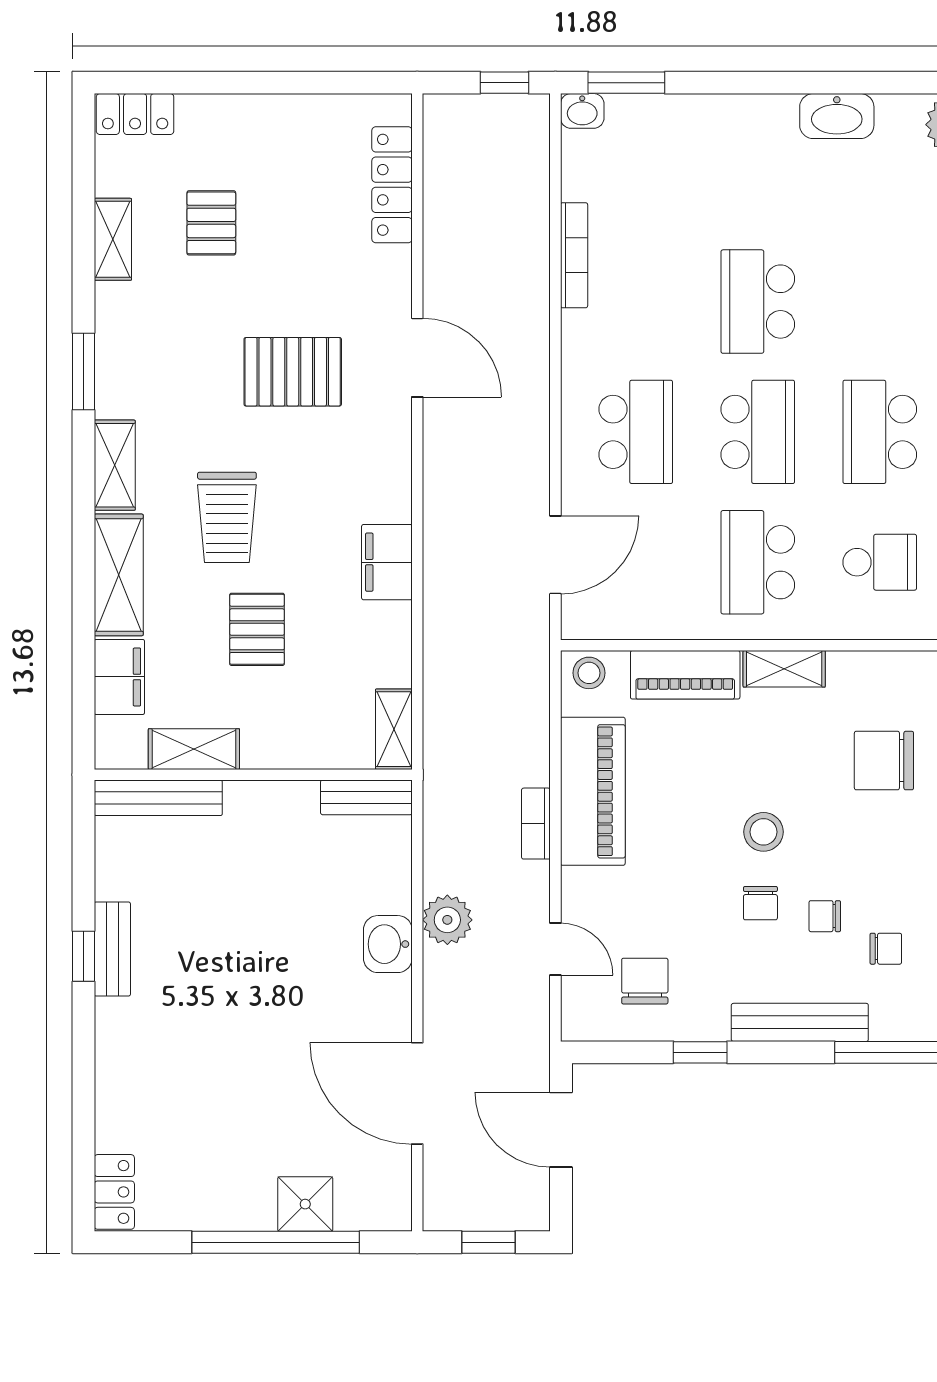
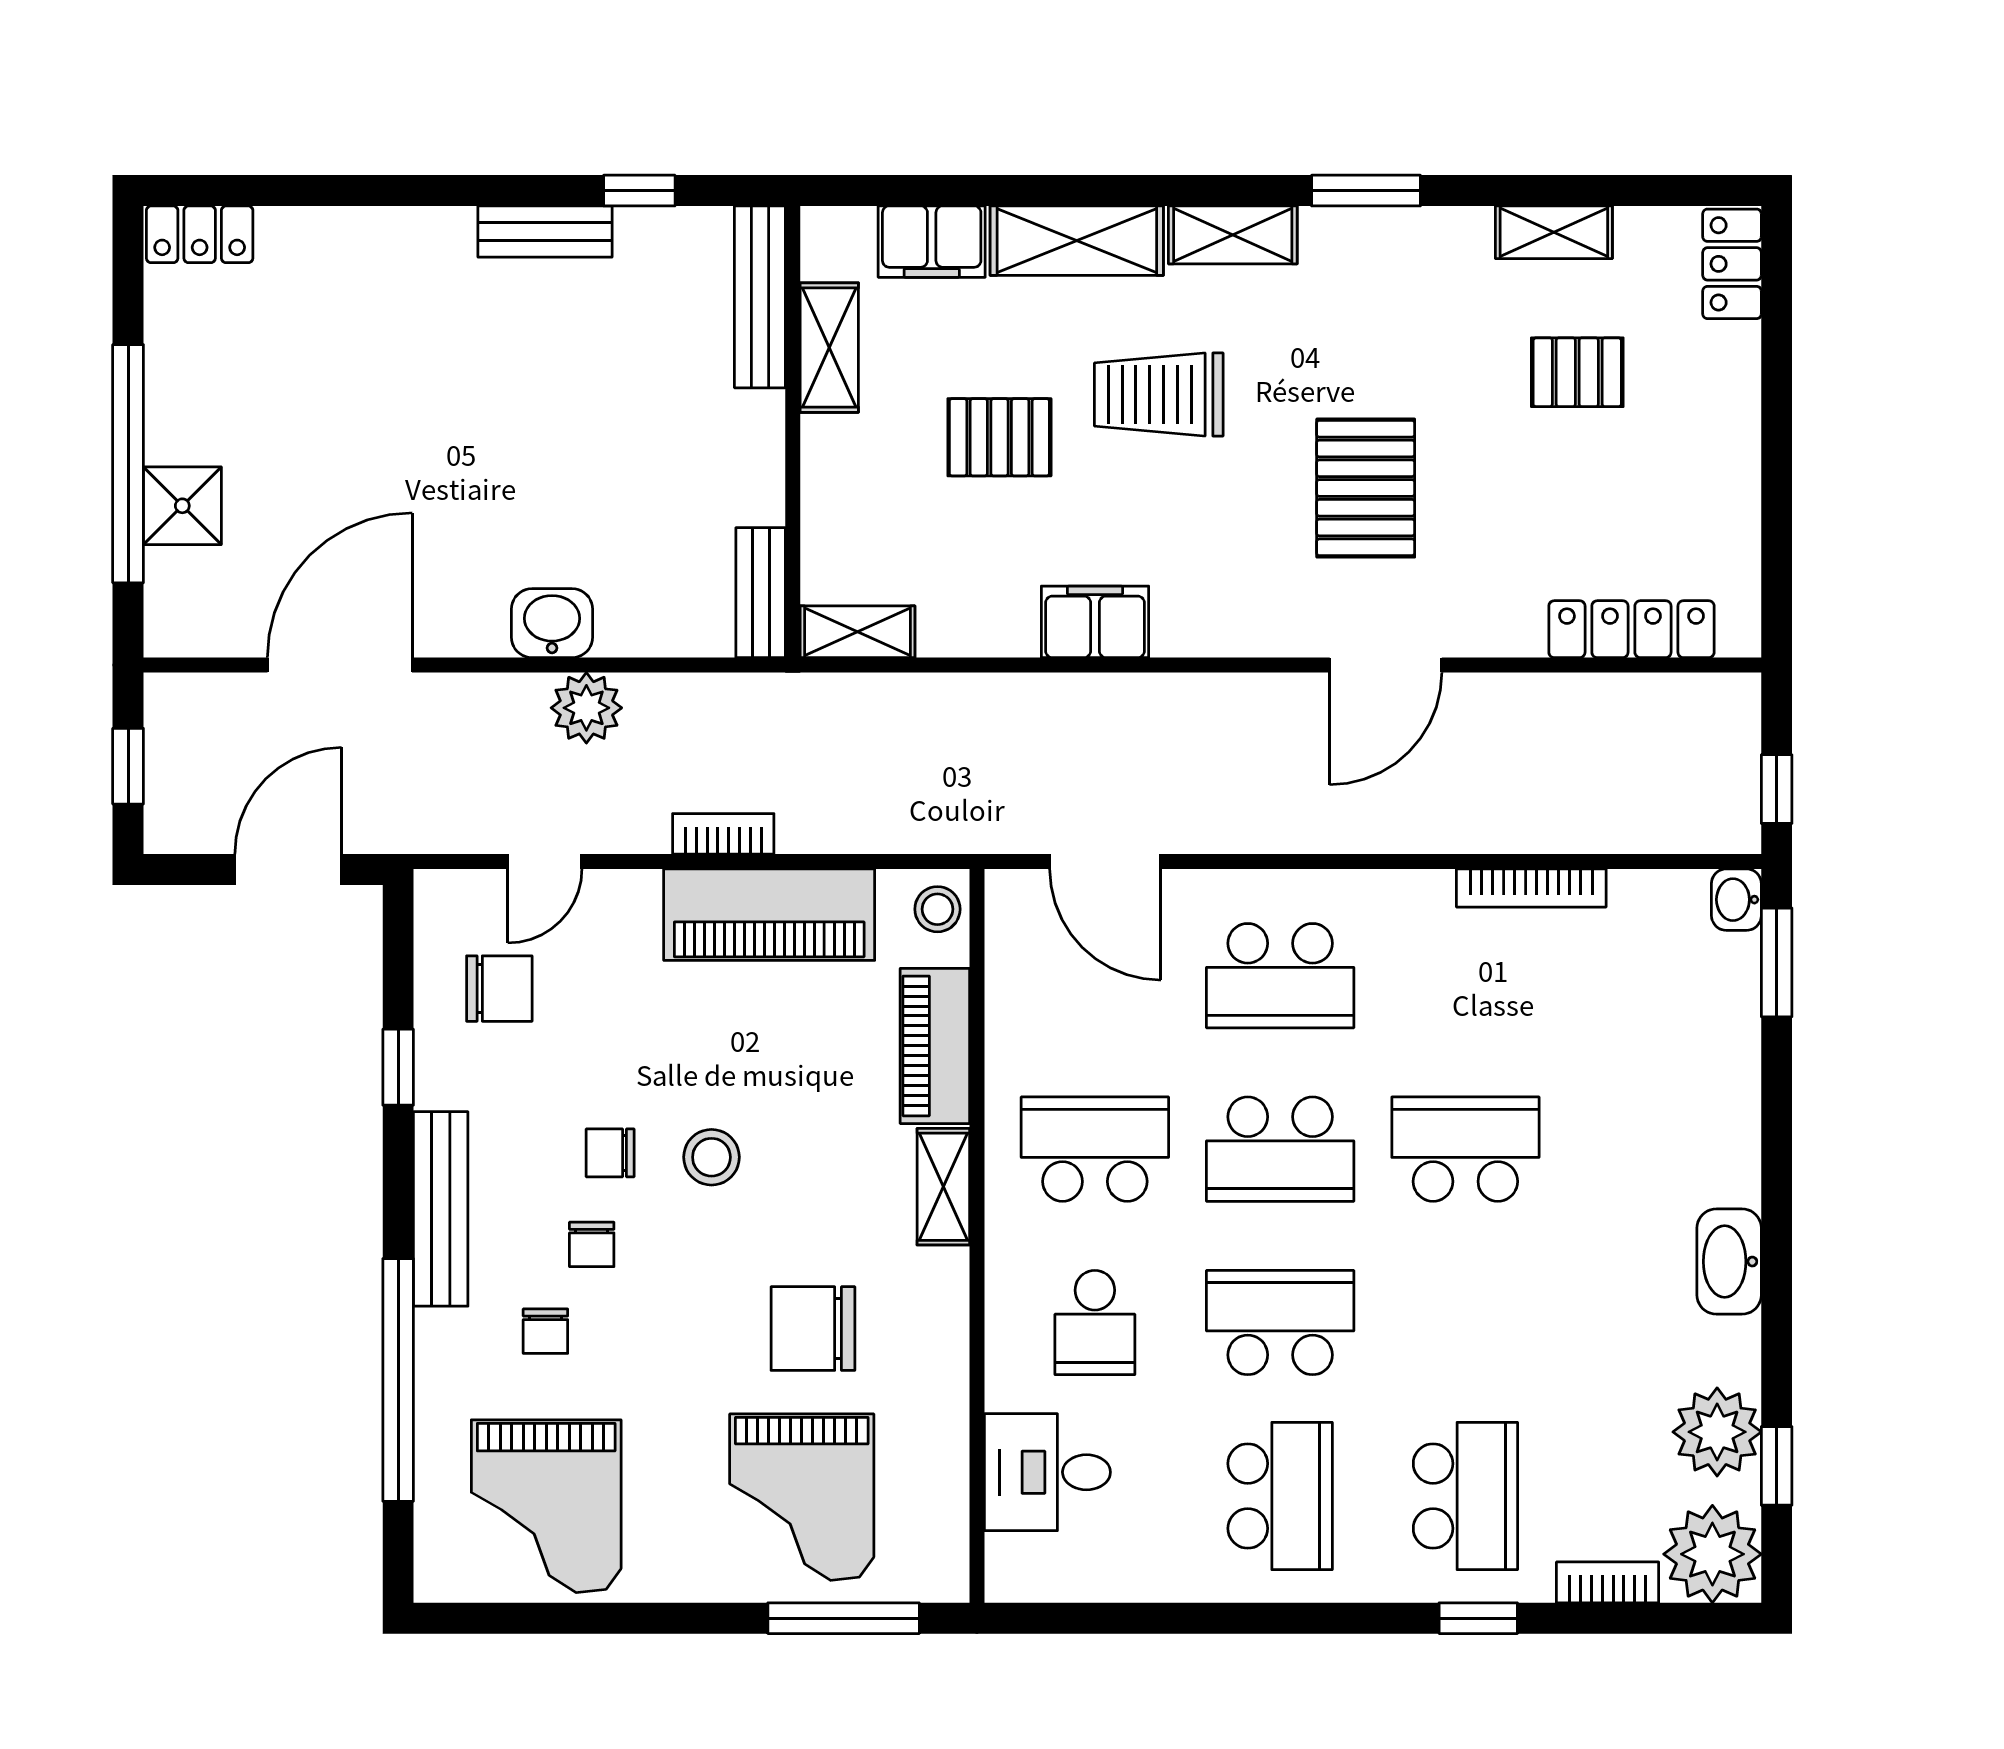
chair: (884, 761) -> (813, 1329), turned -90
chair: (825, 916) -> (592, 1244), turned 180
window: (83, 956) -> (639, 191), moved

